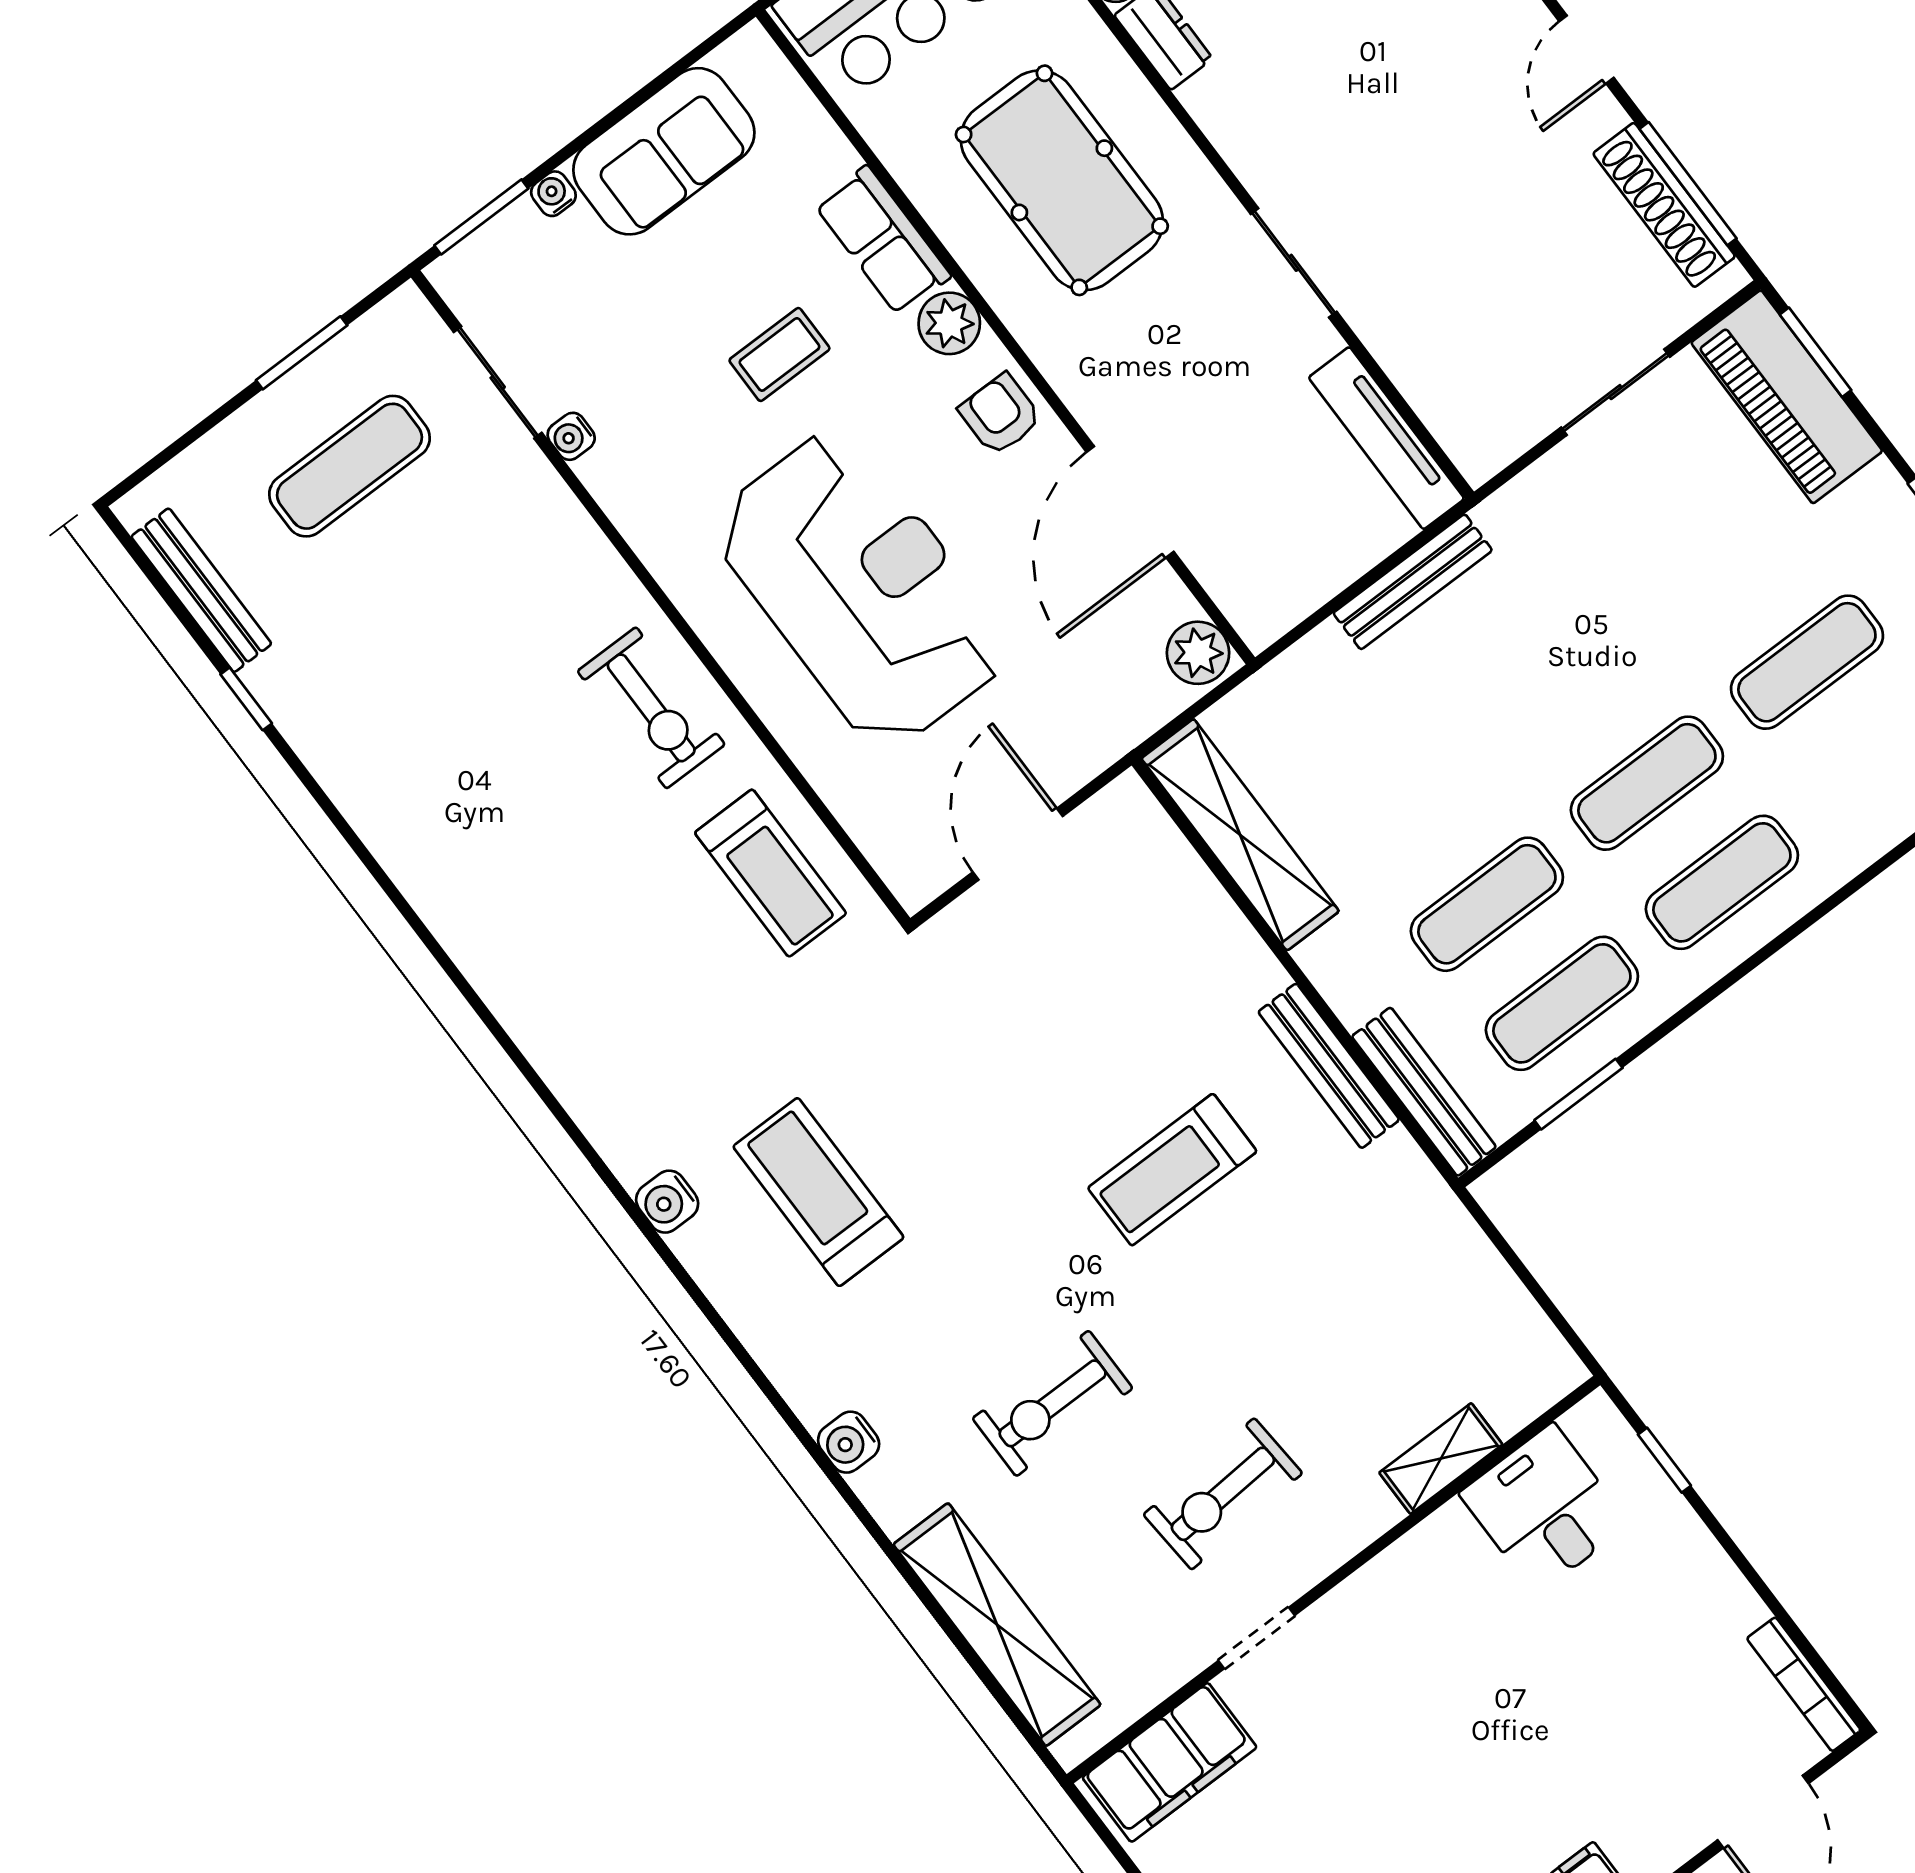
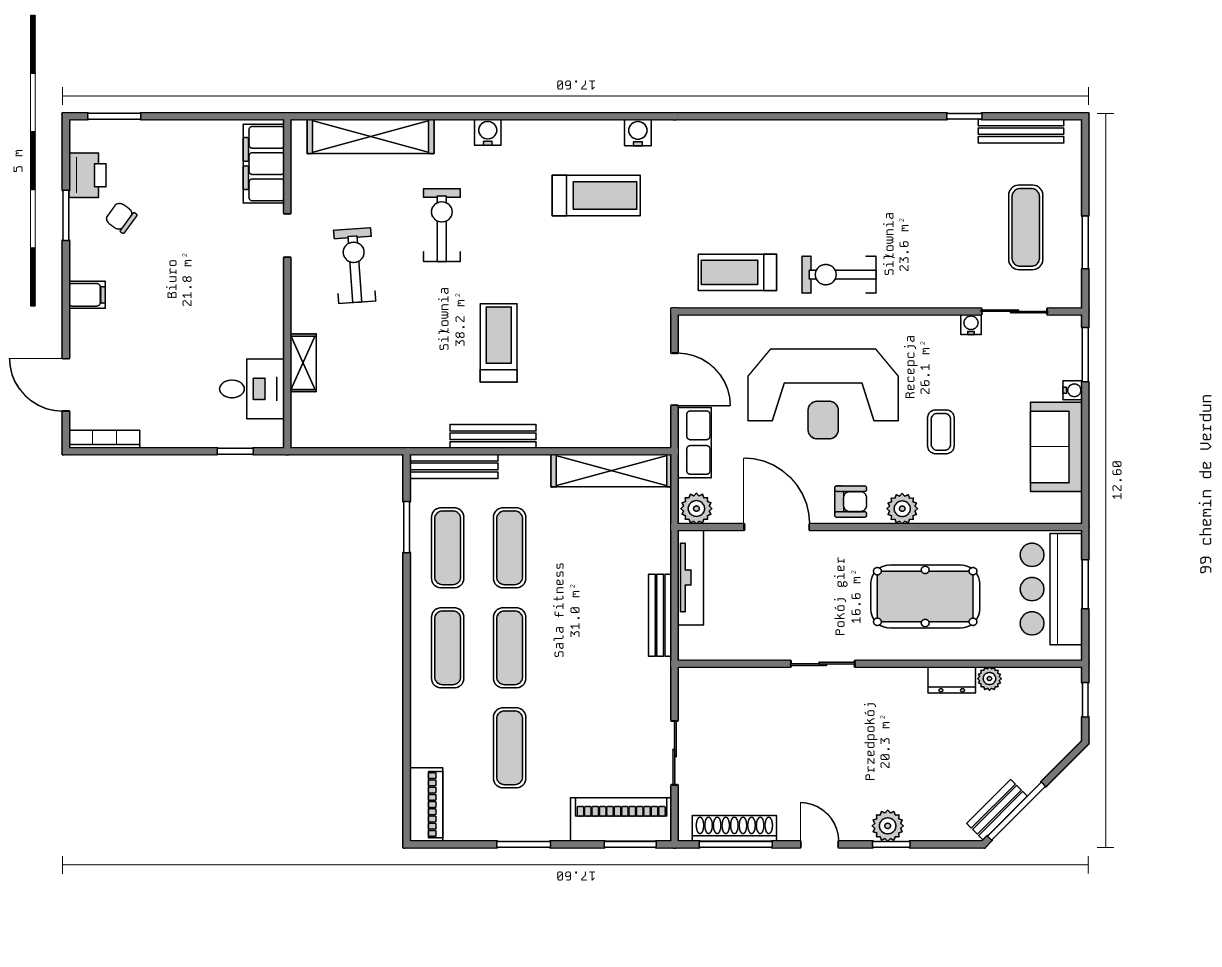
row of seats: (883, 241) -> (694, 443), moved, turned 90
tv unit: (1386, 438) -> (690, 578), moved, turned 90

